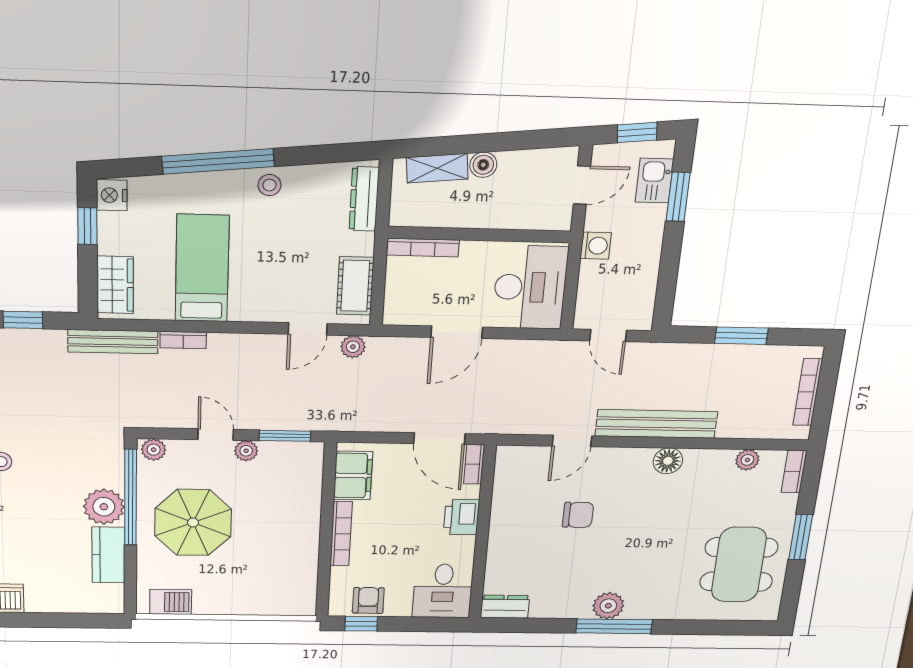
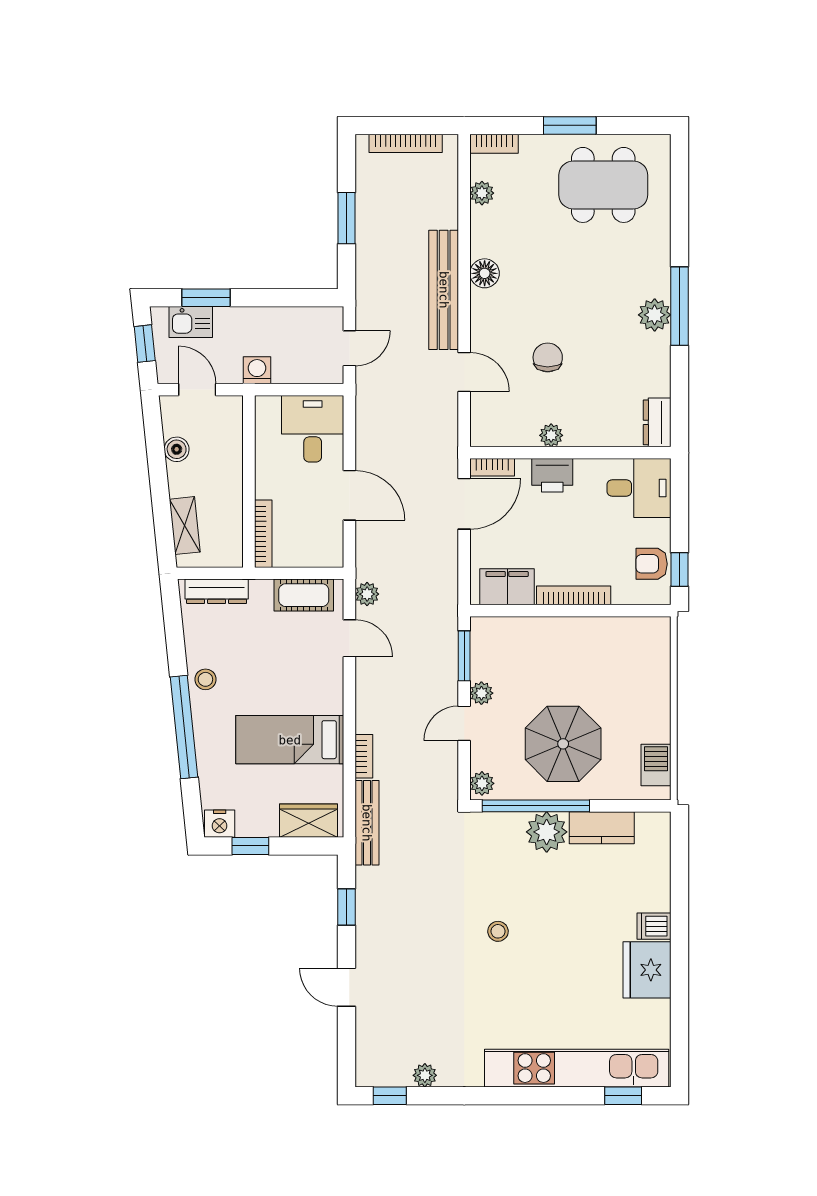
boiler: (483, 165) -> (177, 449), moved
desk: (530, 287) -> (313, 429), width x0.73
plant: (501, 517) -> (551, 435), added

